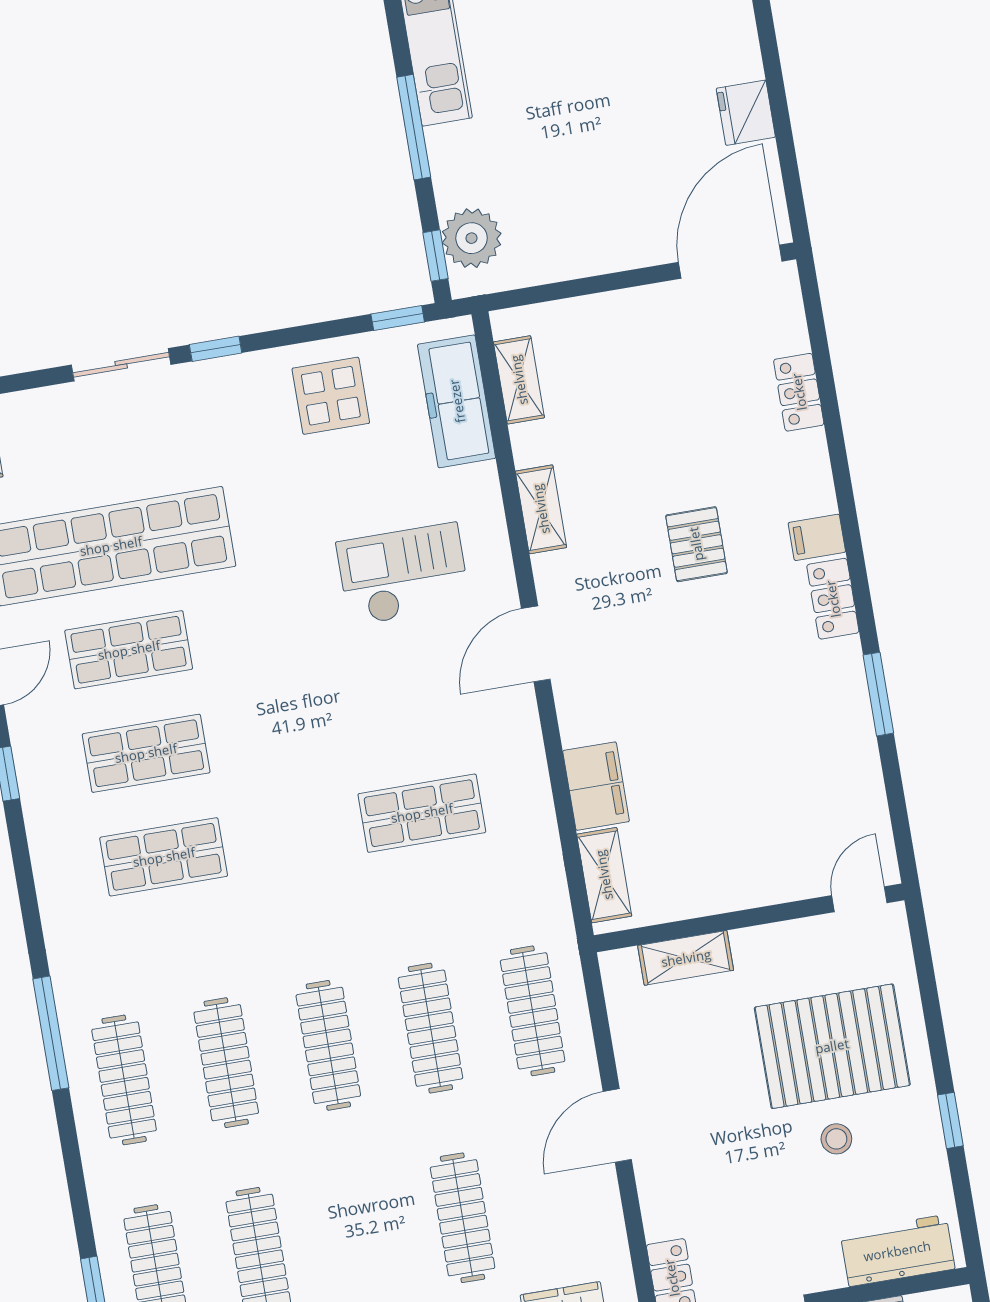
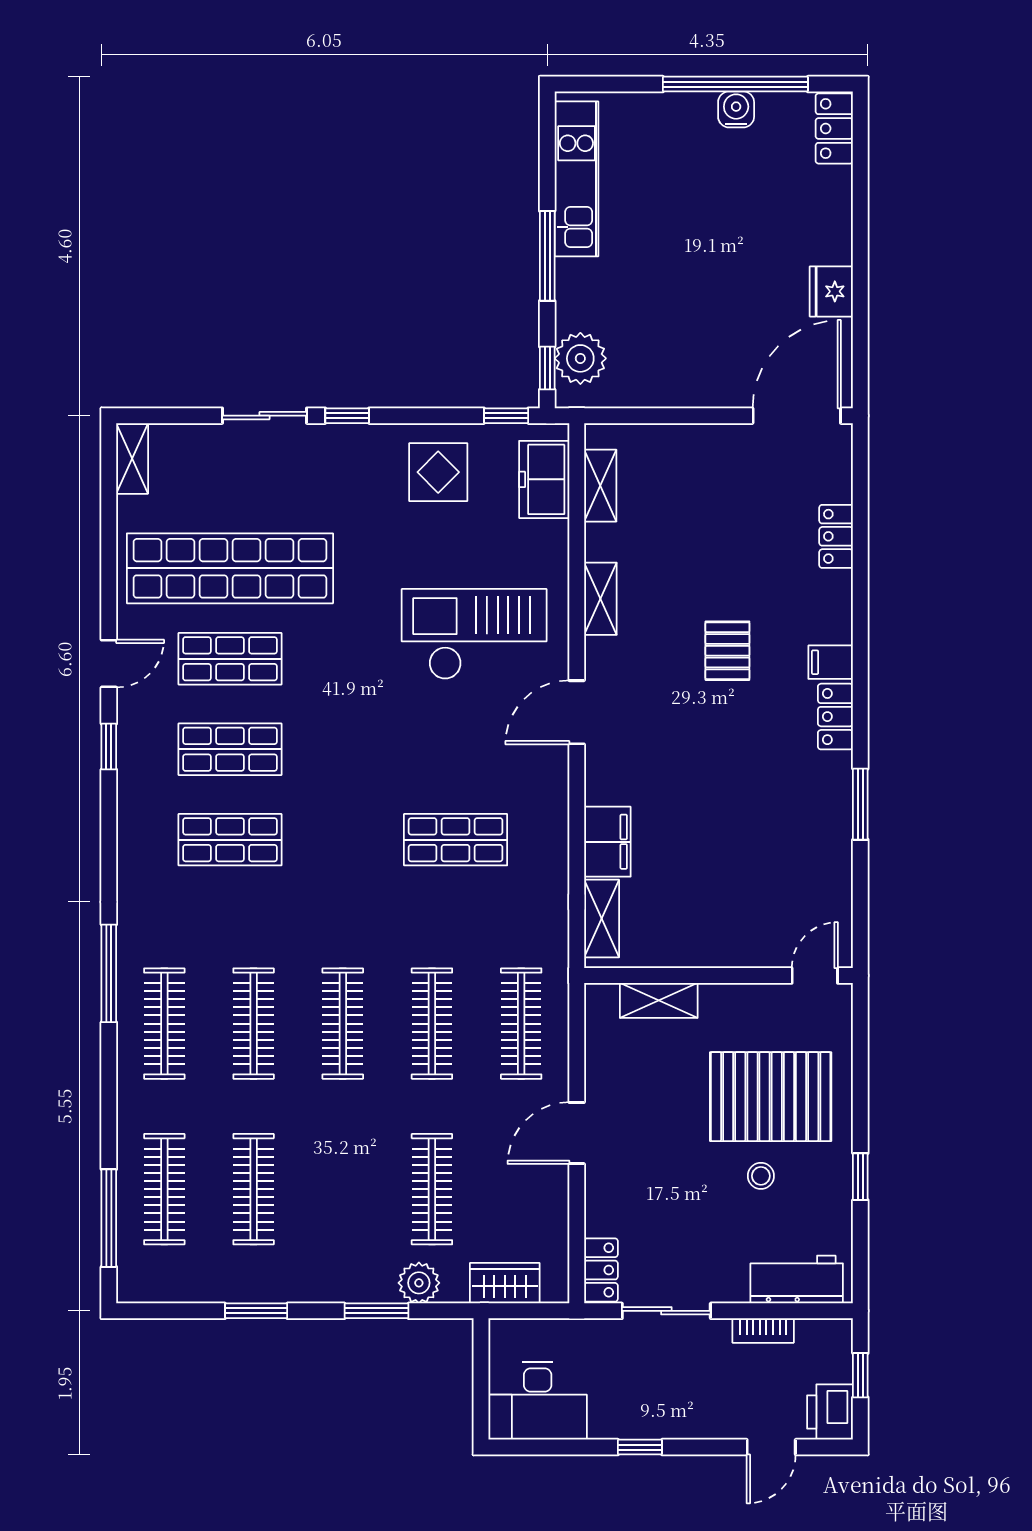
freezer: (457, 401) -> (544, 479), width x0.71
checkout: (403, 574) -> (474, 634), width x1.36, depth x1.21

